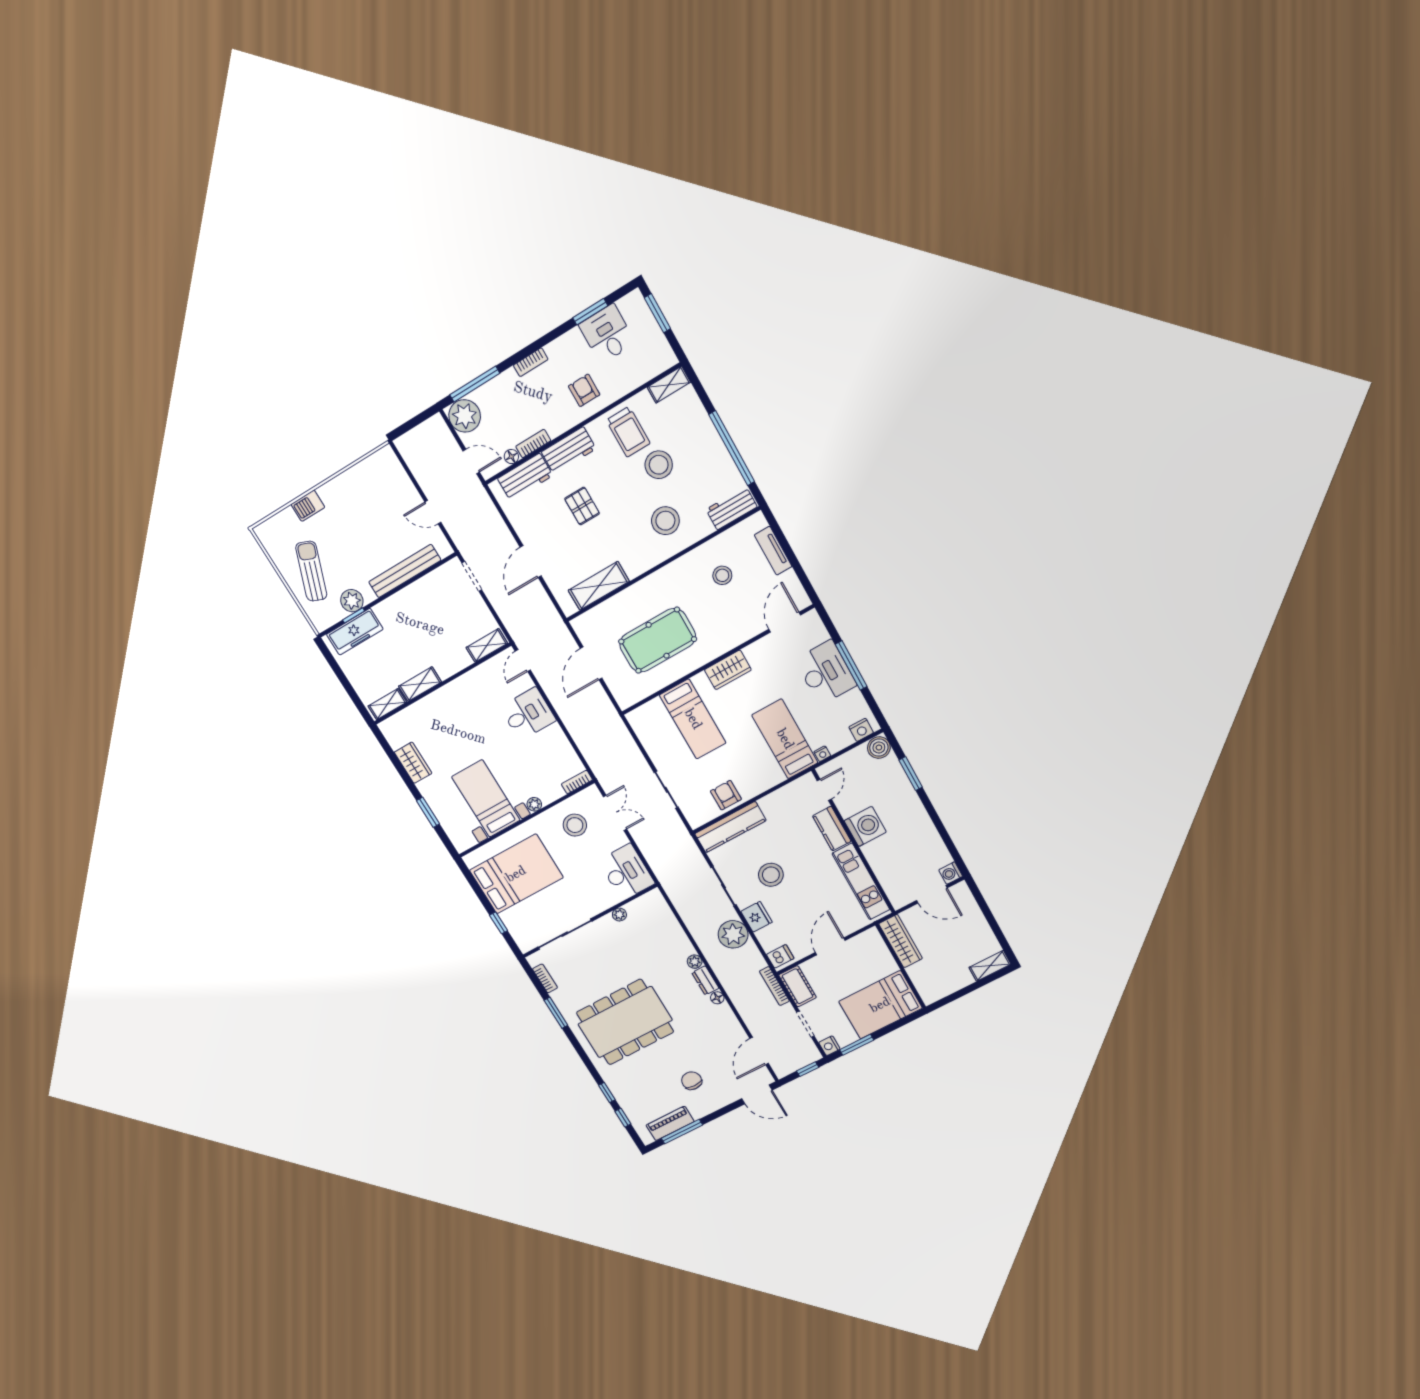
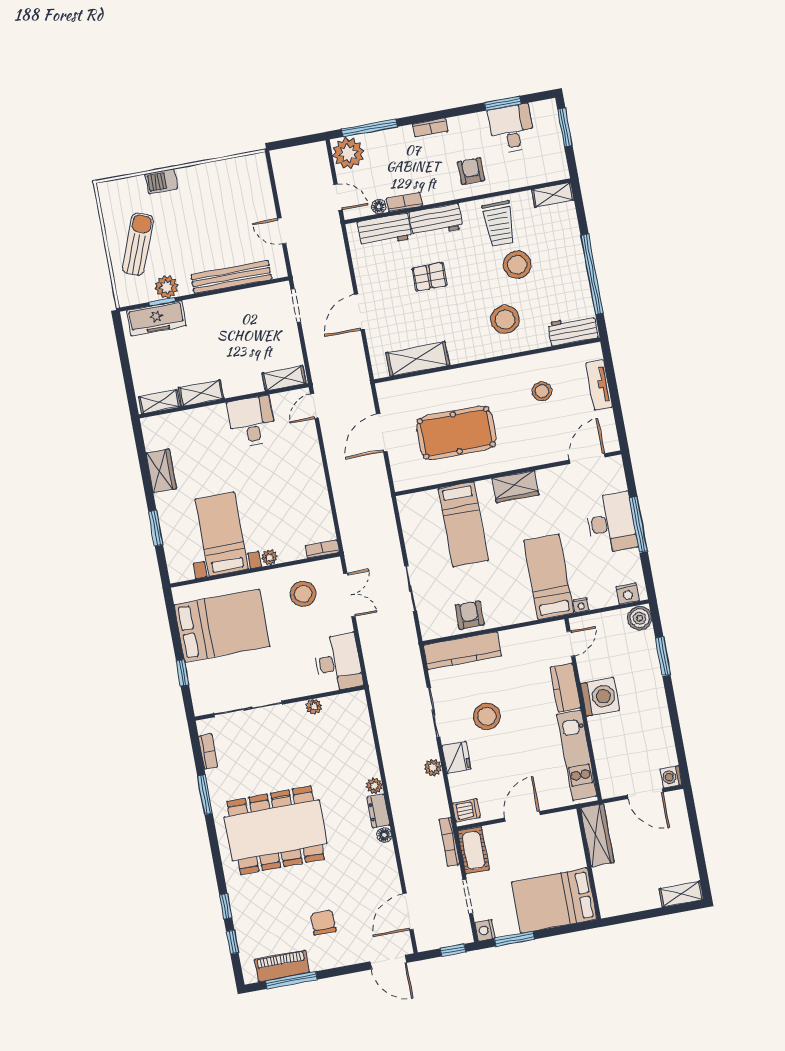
pallet: (582, 506) -> (430, 277), turned 90
desk: (528, 714) -> (252, 421), moved, turned -90
plant: (733, 934) -> (433, 768), width x0.53, depth x0.53

